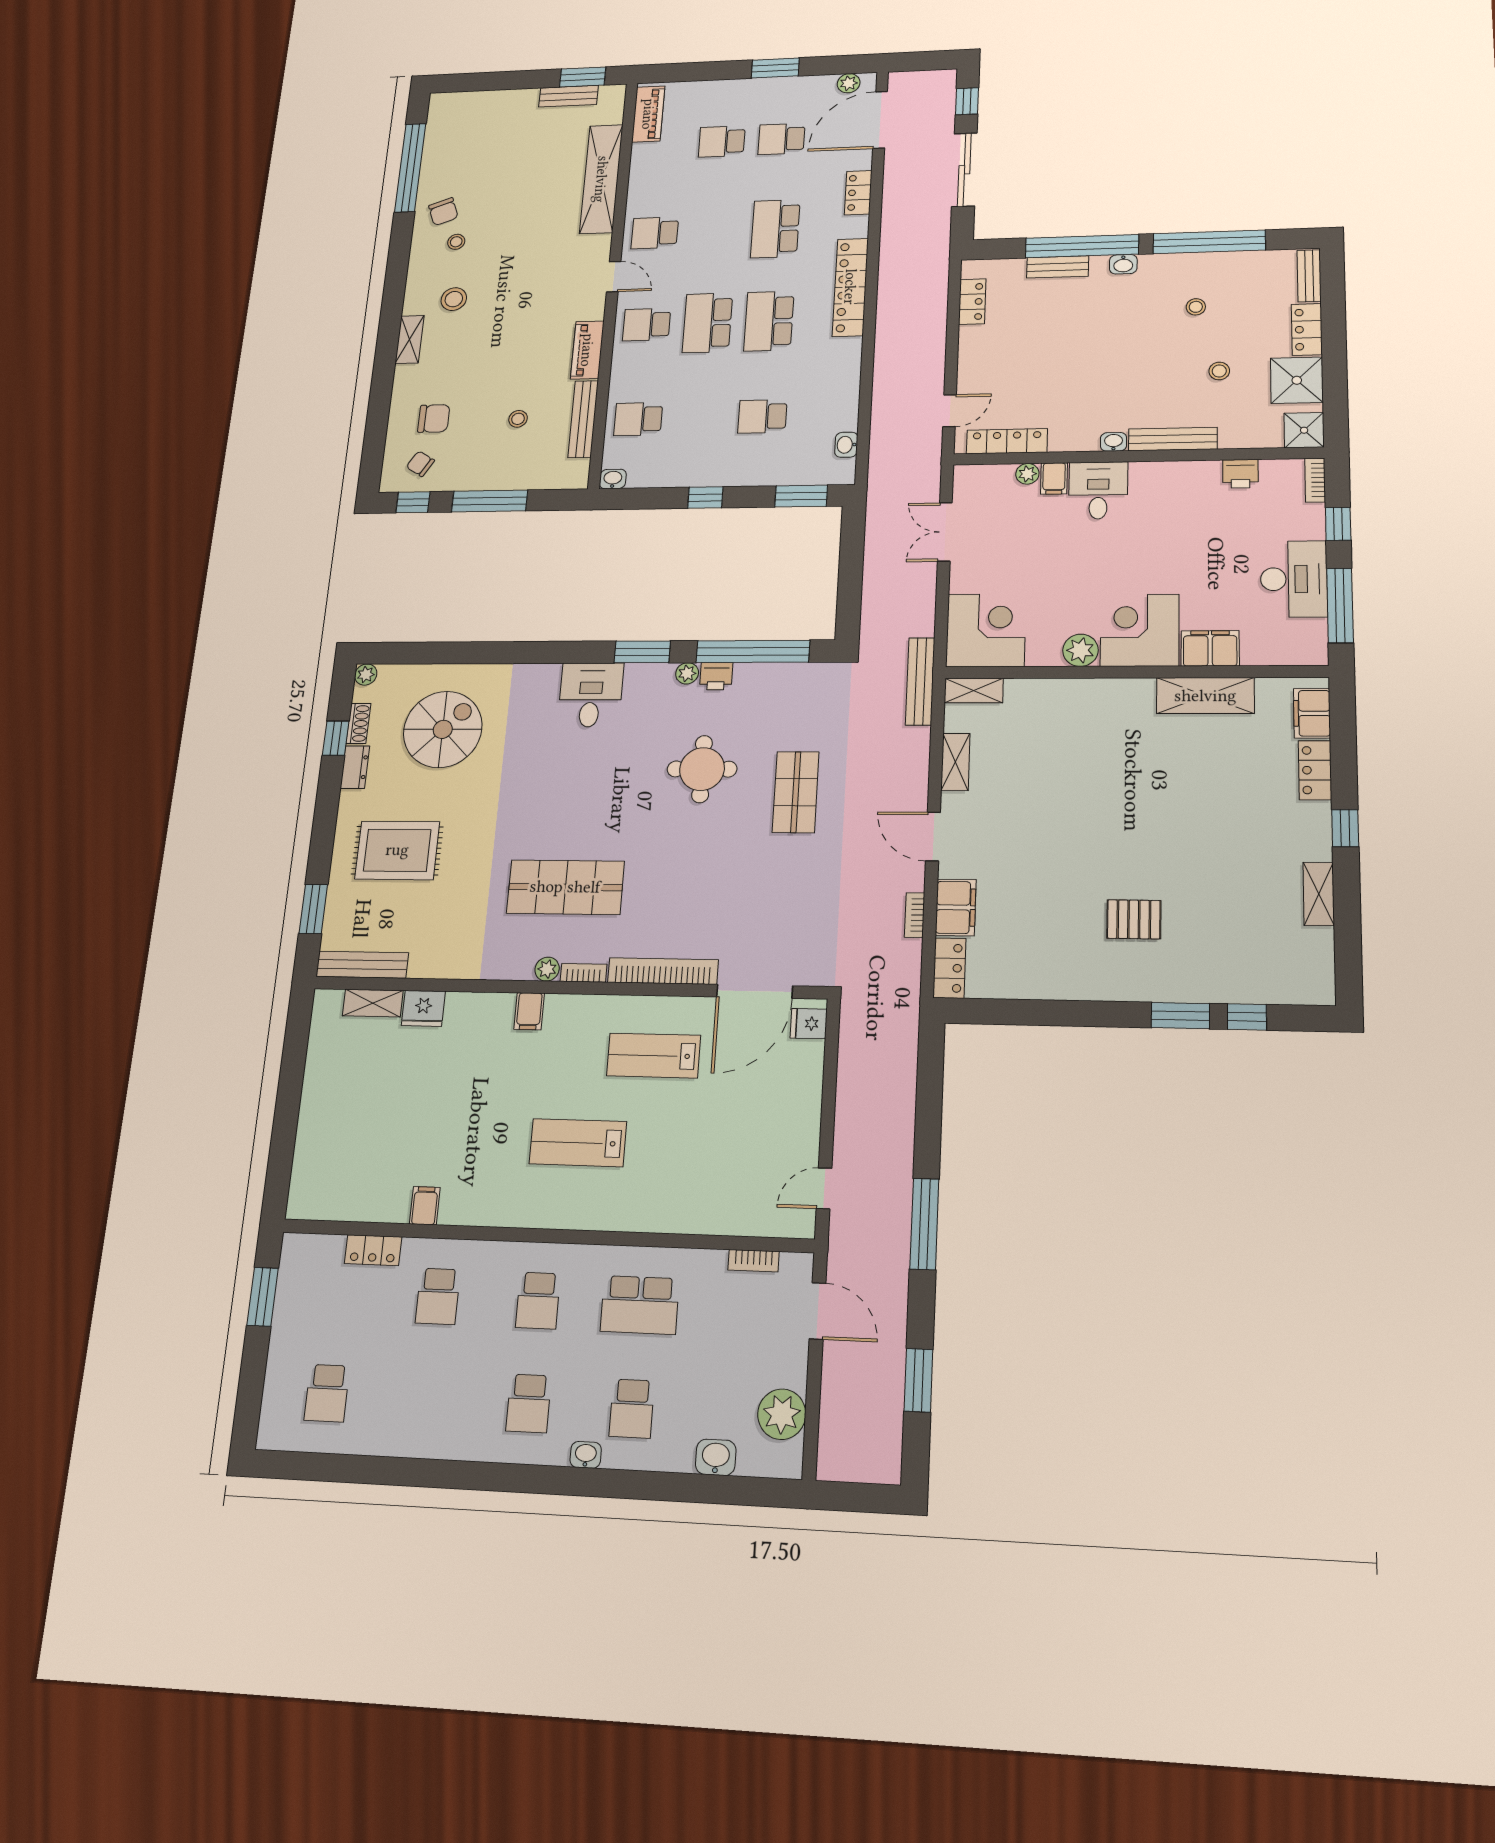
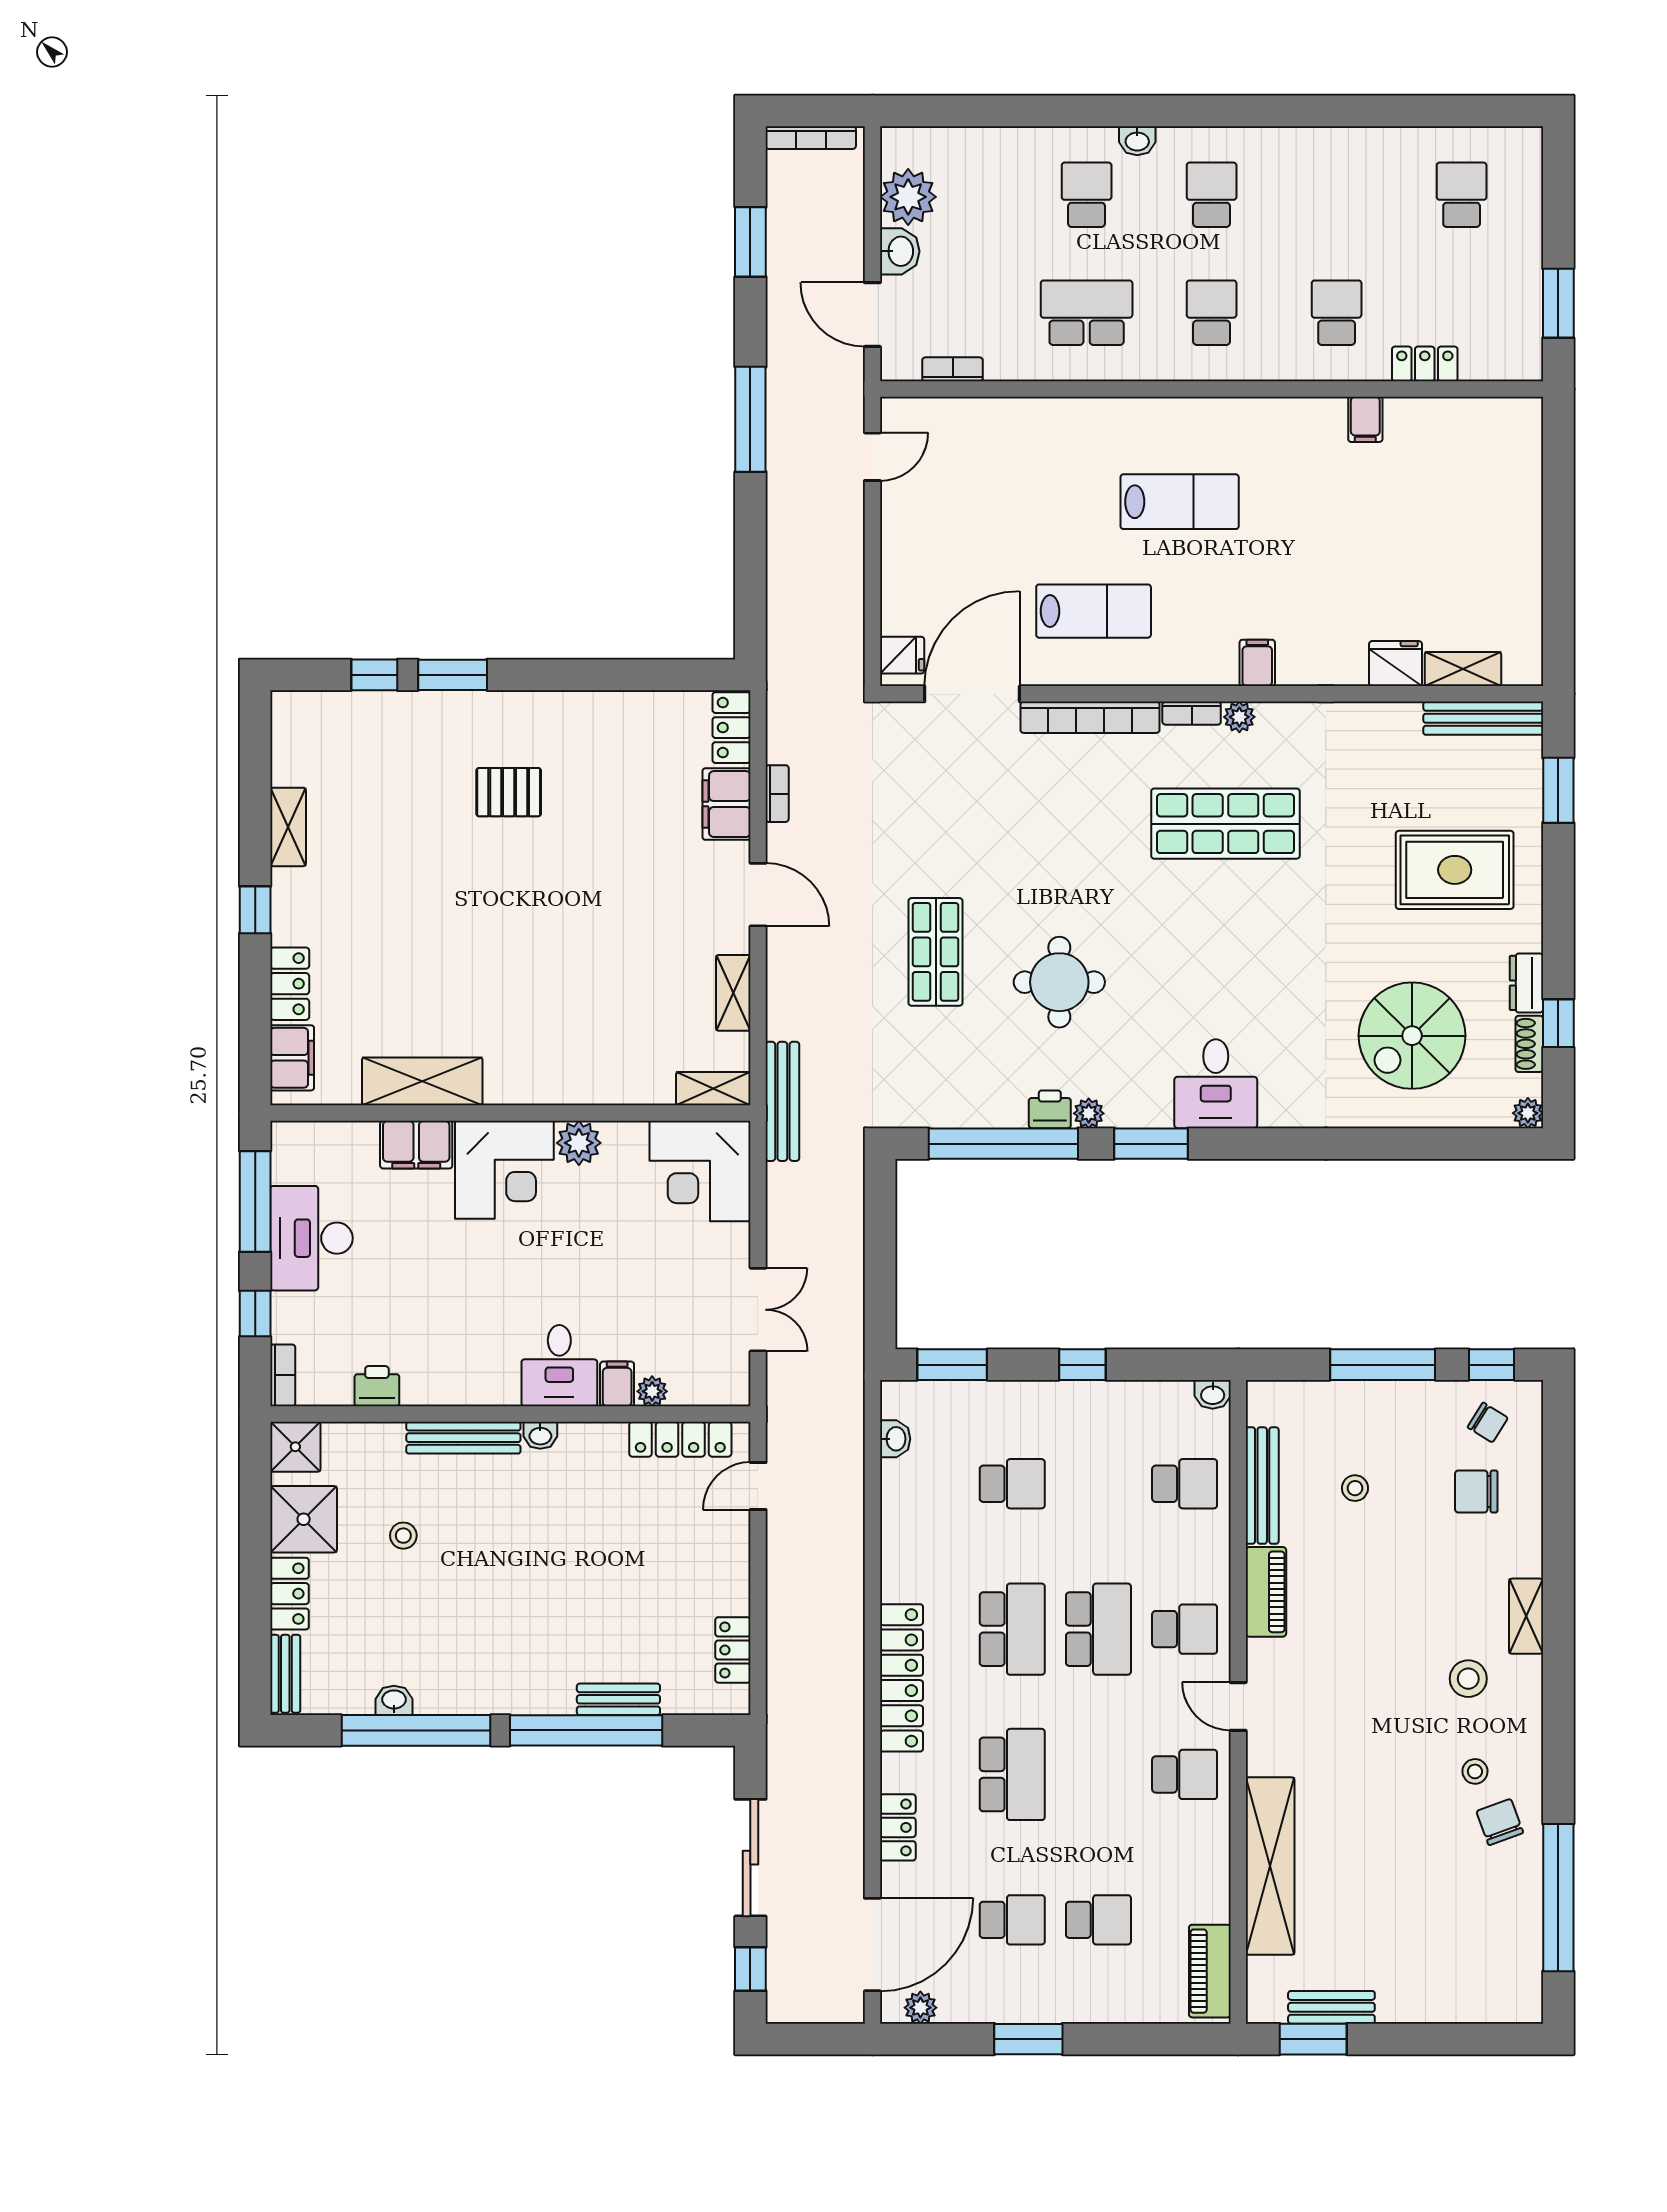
washbasin: (1123, 264) -> (394, 1700), moved
stool: (1196, 307) -> (434, 1632), removed
washbasin: (716, 1457) -> (900, 251), moved, turned -90
bookcase: (862, 1473) -> (811, 138), added

